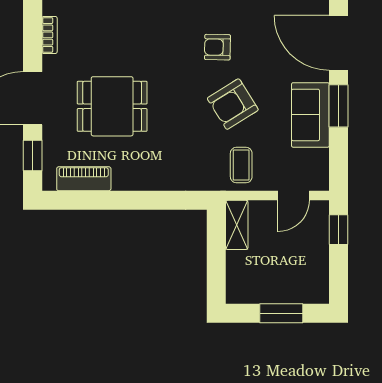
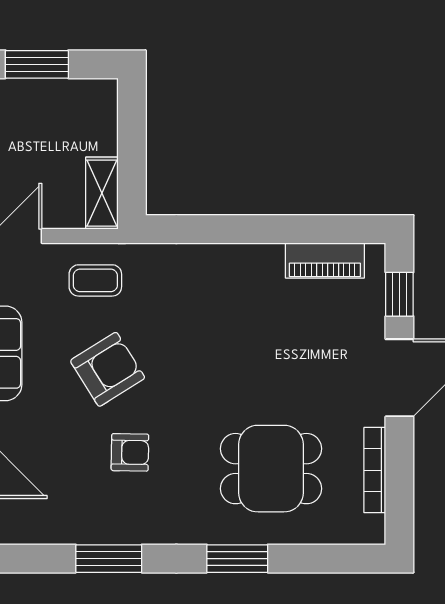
bookcase: (50, 35) -> (375, 470), width x1.56
dining table: (112, 106) -> (271, 469), moved
coffee table: (241, 165) -> (95, 280), turned 90

